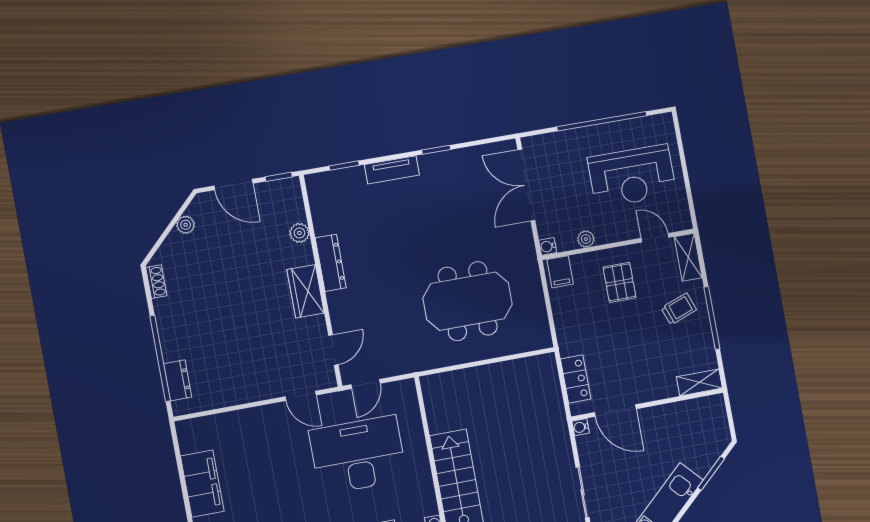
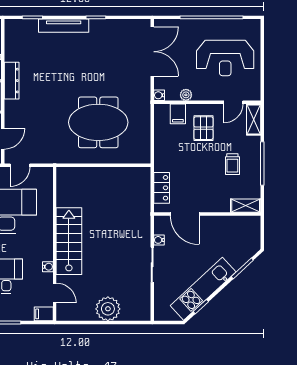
tv unit: (392, 170) -> (64, 26), width x1.41
double door: (526, 185) -> (152, 52), swing flipped
door: (655, 238) -> (233, 102), swing flipped
filing cabinet: (560, 272) -> (178, 114), moved
trolley: (679, 309) -> (232, 164), moved, turned 110
water cooler: (581, 427) -> (159, 240), moved

